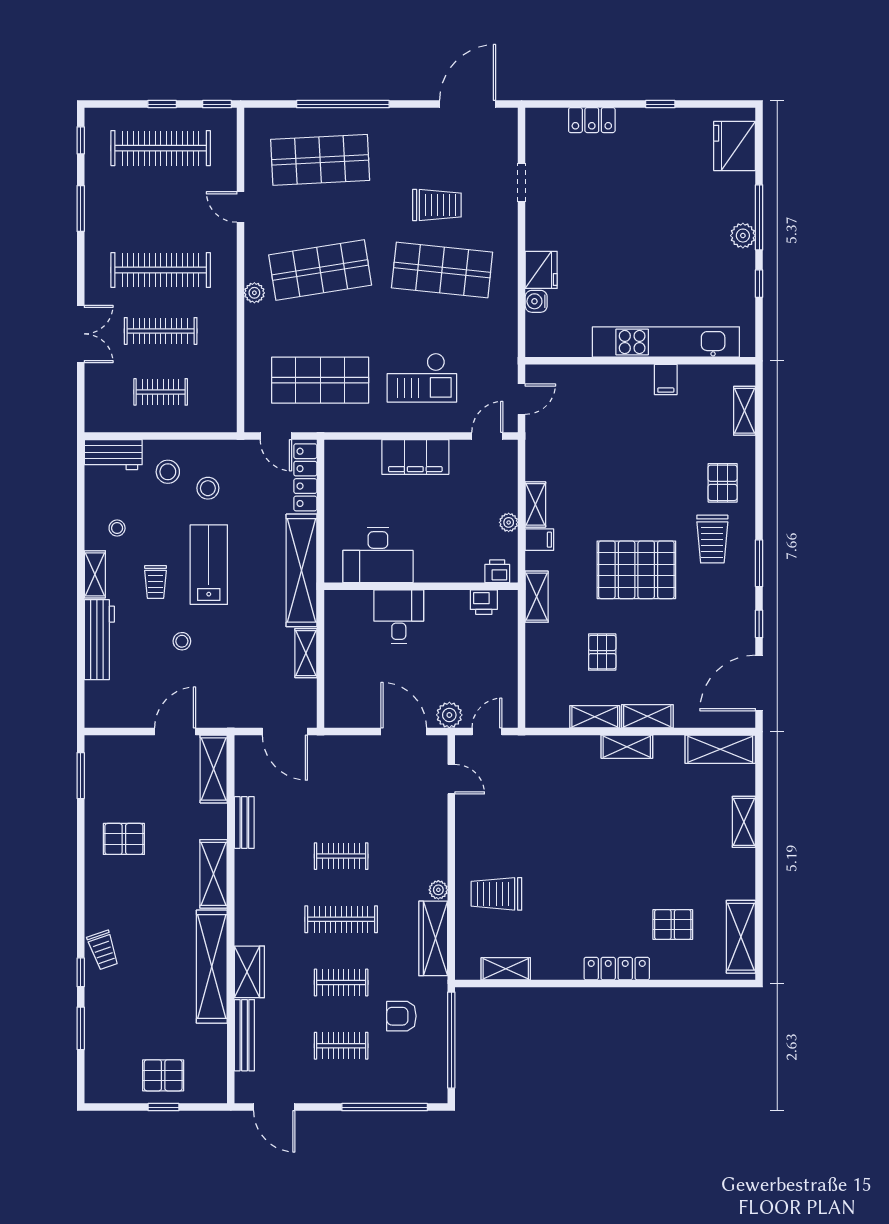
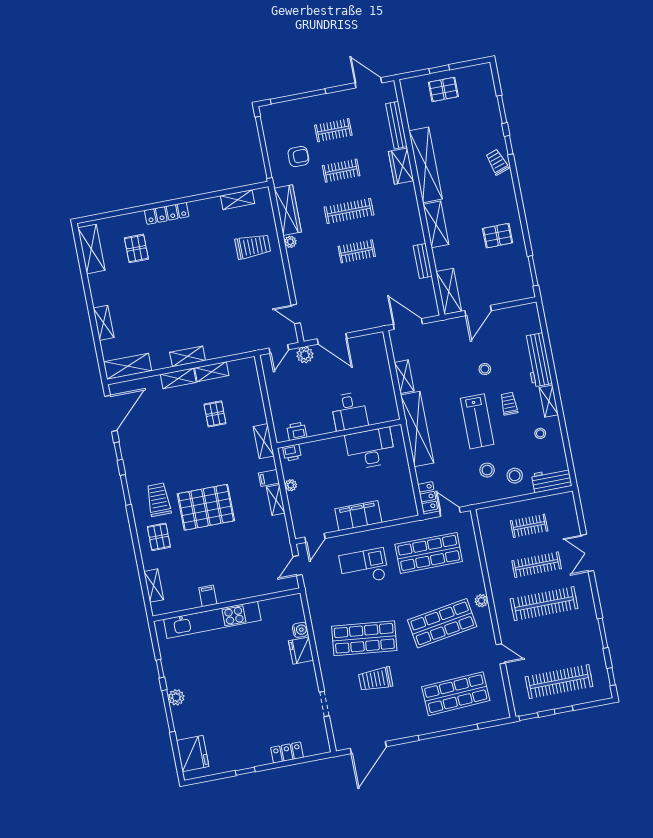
locker: (305, 477) -> (428, 497), width x0.66
pallet: (636, 570) -> (206, 507), moved
pallet: (673, 925) -> (136, 248), turned 90

